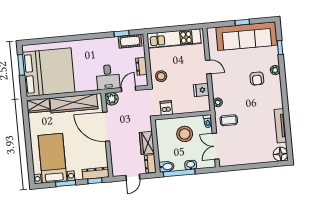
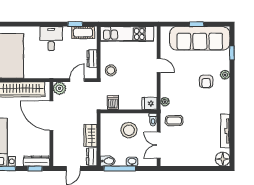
desk: (108, 77) -> (51, 39), moved, turned 180
fridge: (201, 90) -> (150, 103), moved

